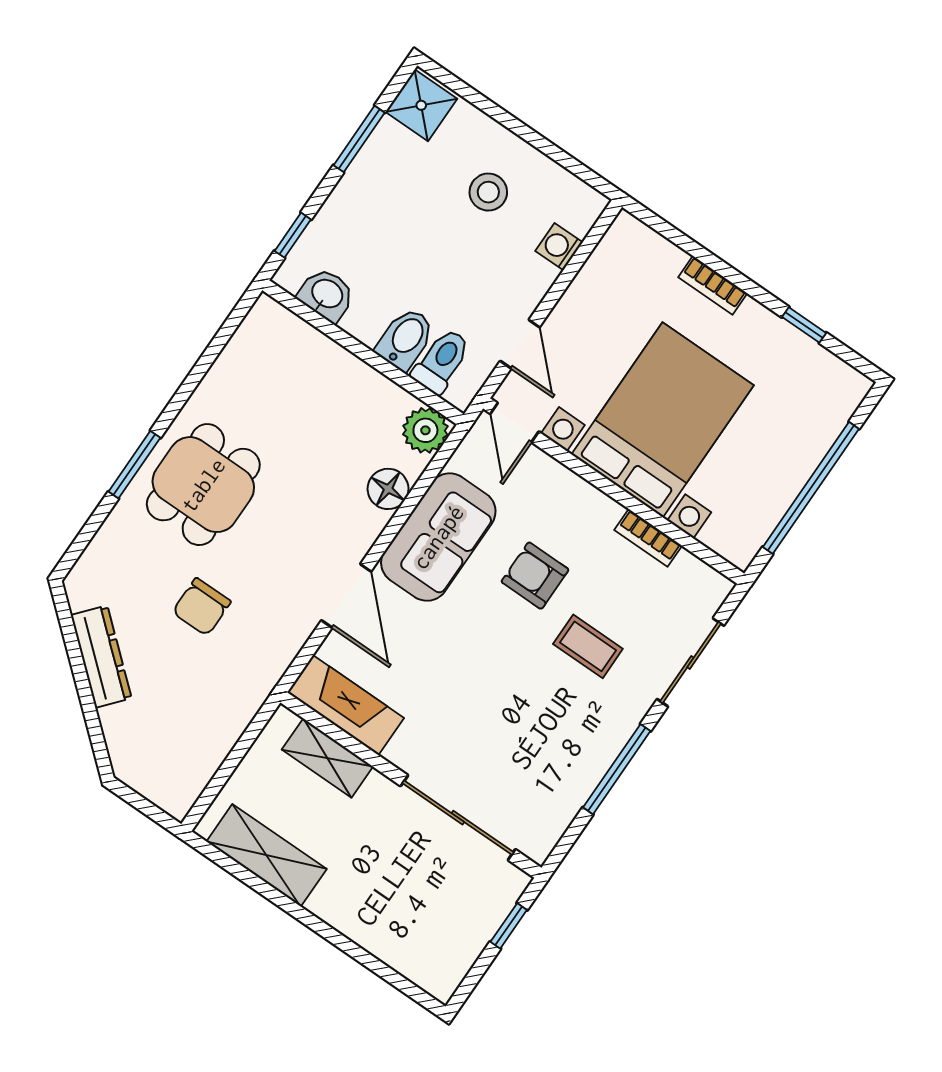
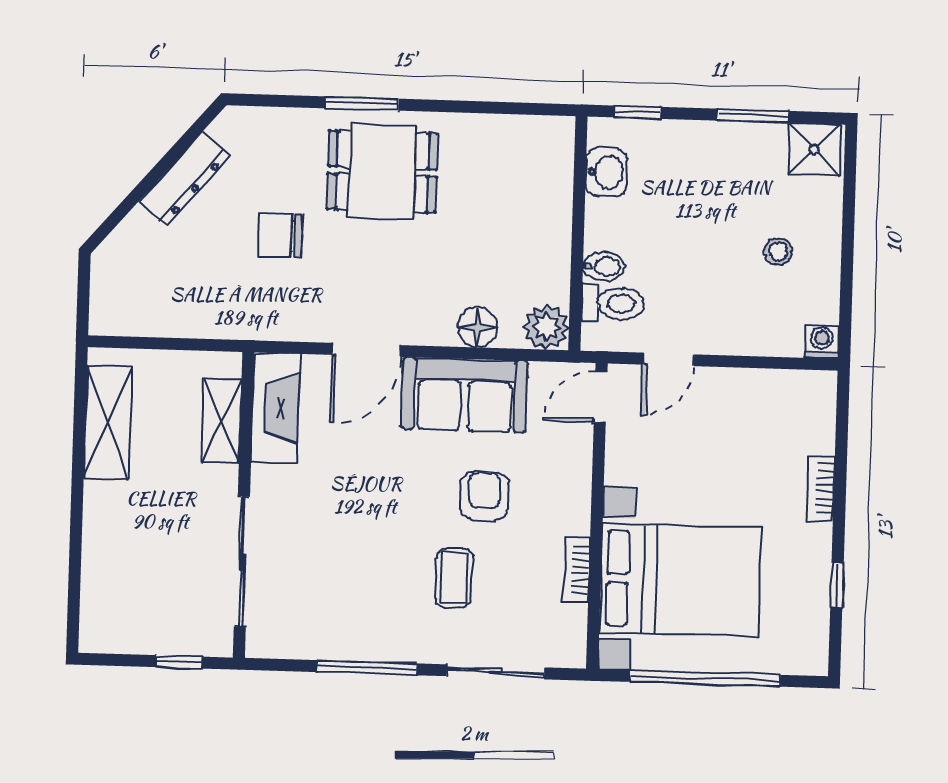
stool: (488, 192) -> (778, 252), width x0.73, depth x0.73
washing machine: (559, 247) -> (822, 341), moved
bidet: (405, 339) -> (604, 267), width x0.72, depth x0.74
bed with nightstands: (663, 420) -> (680, 580), moved

